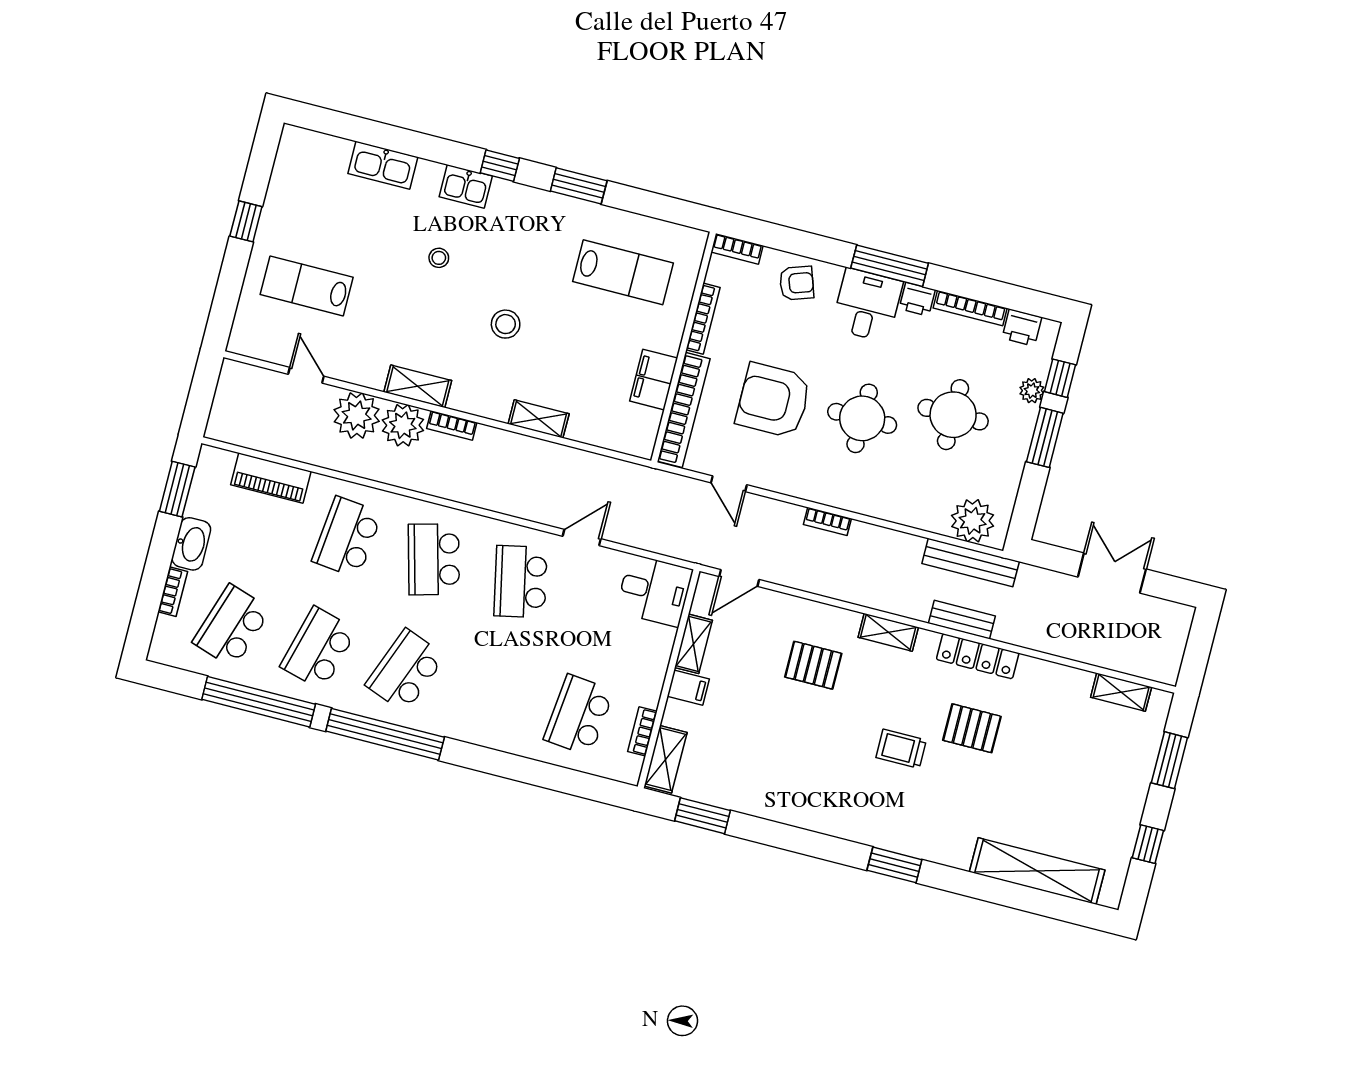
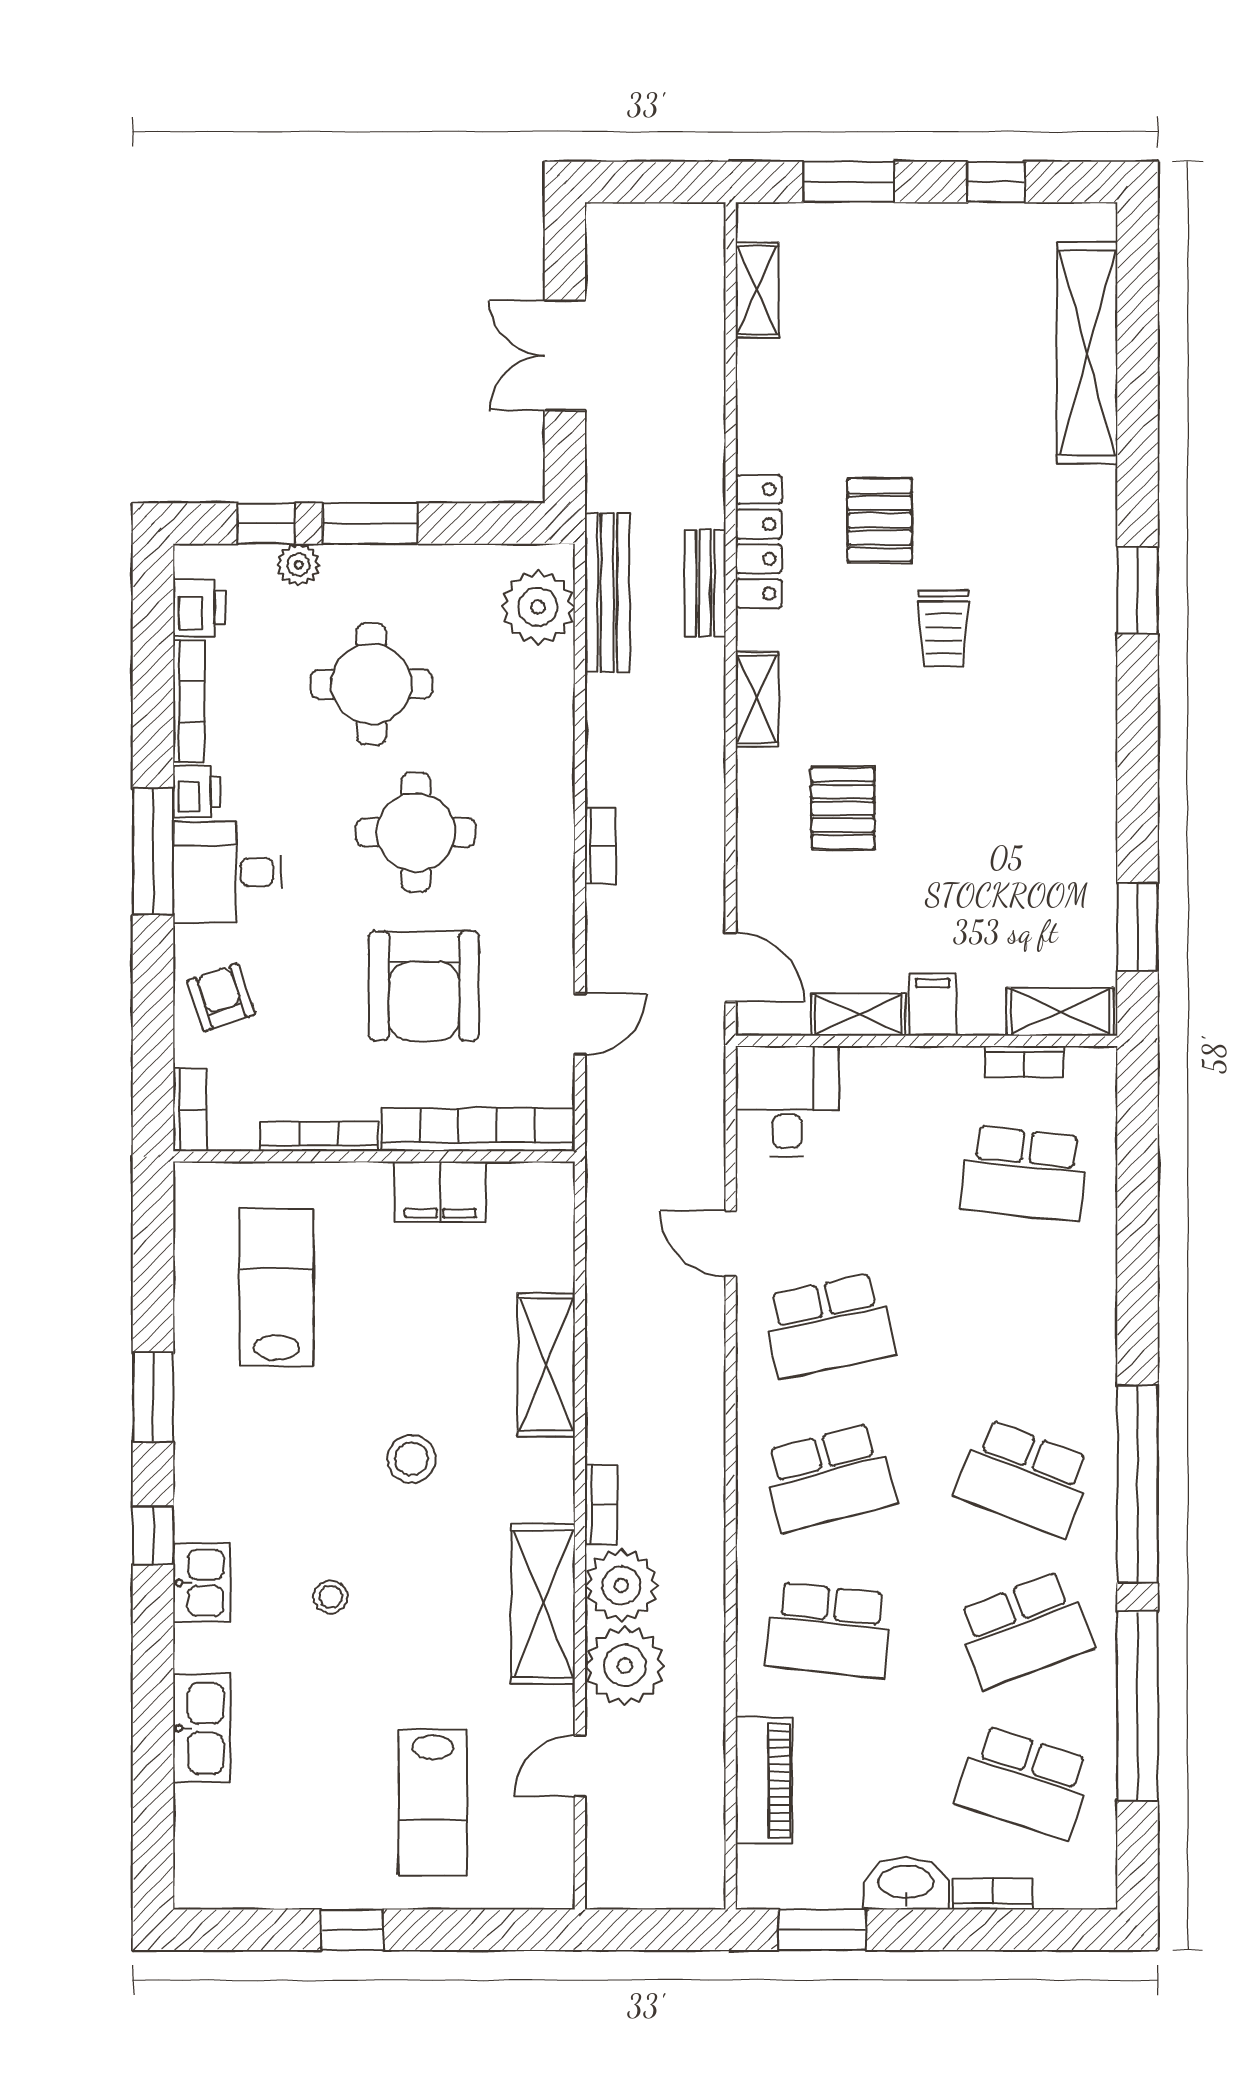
shelving: (418, 386) -> (543, 1604), width x1.50, depth x1.33
shelving: (539, 419) -> (546, 1365), width x1.50, depth x1.33
school desk: (318, 648) -> (1024, 1630), turned -36

